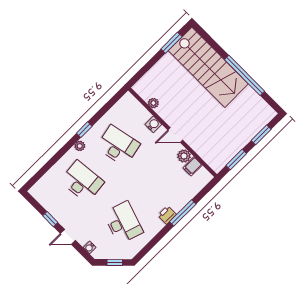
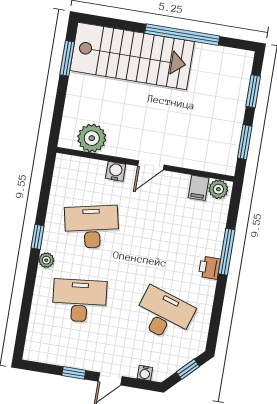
plant: (153, 103) -> (92, 138), width x1.87, depth x1.87
plant: (184, 156) -> (218, 189), moved

